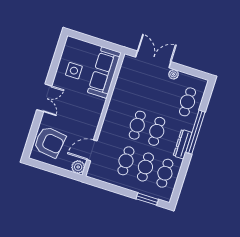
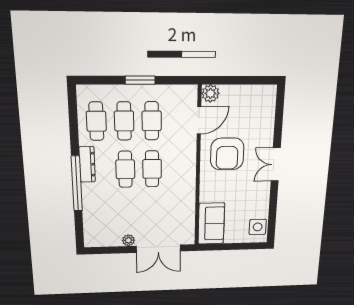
side table: (74, 71) -> (258, 227), moved
sofa: (104, 73) -> (211, 224), width x0.73
cafe table: (188, 102) -> (100, 215), removed
armchair: (50, 142) -> (227, 154), moved, turned -98
window: (147, 199) -> (140, 80), moved

